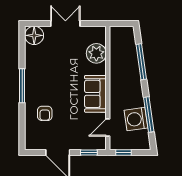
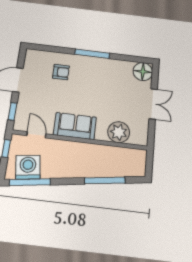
armchair: (45, 113) -> (61, 72), turned 180
window: (149, 115) -> (30, 182), moved
washing machine: (136, 119) -> (28, 167), moved

